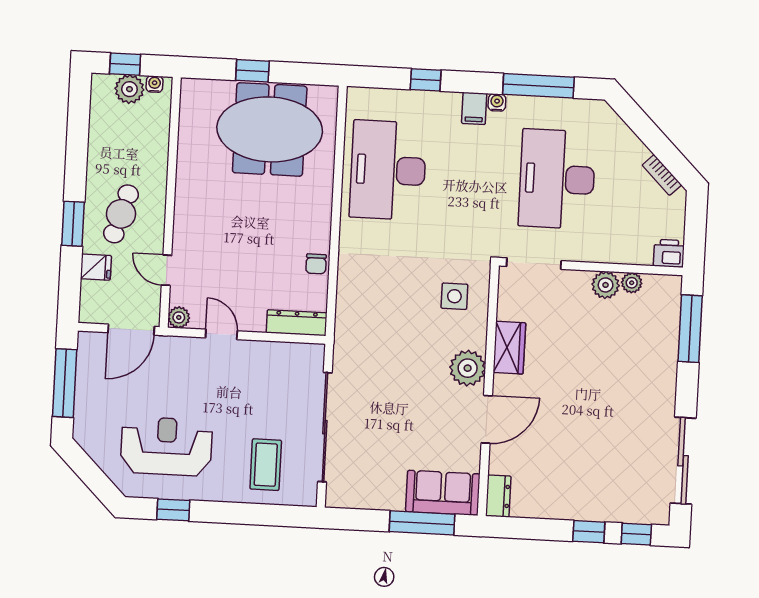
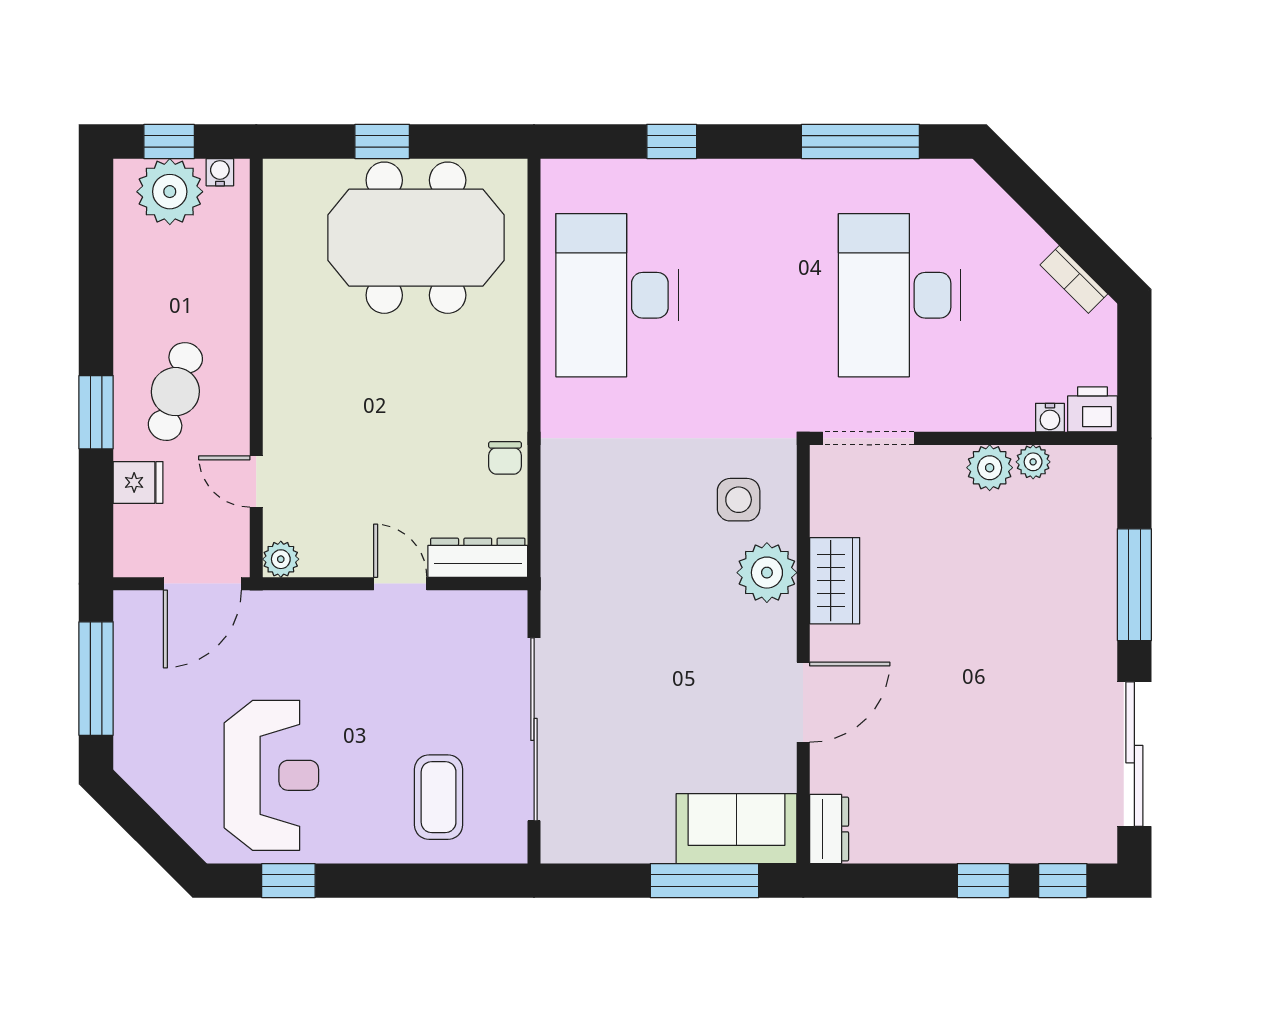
plant: (129, 89) -> (170, 192), width x1.36, depth x1.36
water cooler: (497, 102) -> (1050, 418), moved, turned 180
filing cabinet: (474, 108) -> (755, 185), removed
window: (690, 329) -> (1134, 585), moved
door: (221, 334) -> (400, 584), moved
plant: (468, 368) -> (767, 573), moved
reception desk: (166, 446) -> (271, 775), turned 90

